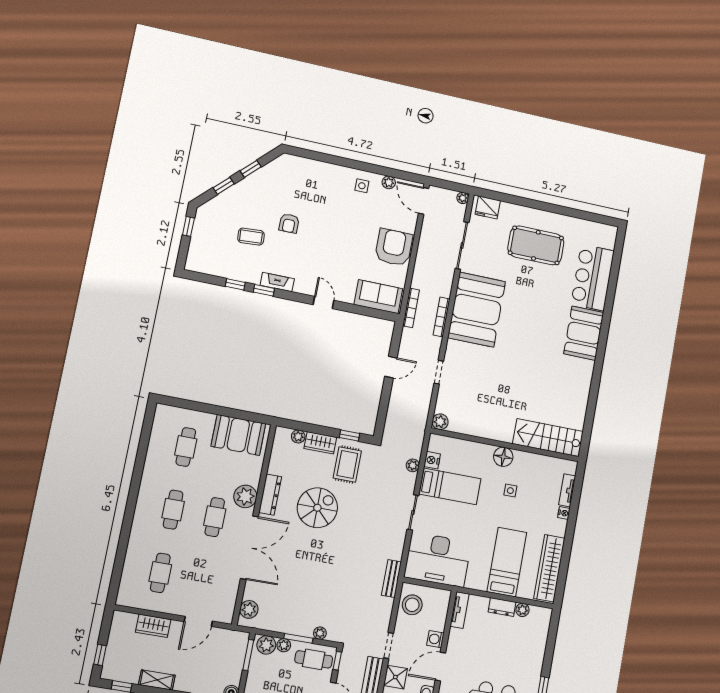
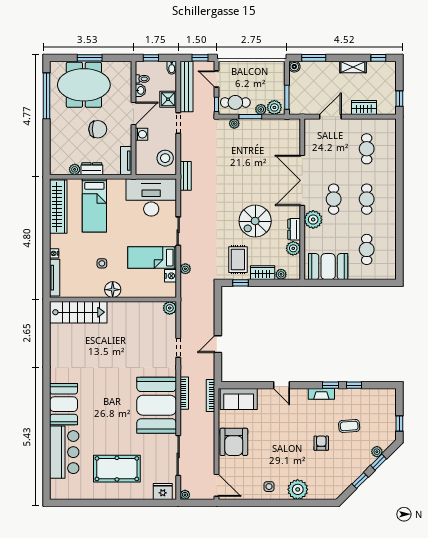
plant: (389, 182) -> (298, 489), moved, width x1.87, depth x1.87
plant: (223, 199) -> (377, 452), added
tv unit: (567, 490) -> (55, 278), width x1.41
dresser: (270, 495) -> (294, 229), width x0.70
plant: (249, 609) -> (293, 248), moved
chair: (487, 654) -> (98, 129), added
window: (100, 655) -> (399, 99), moved

